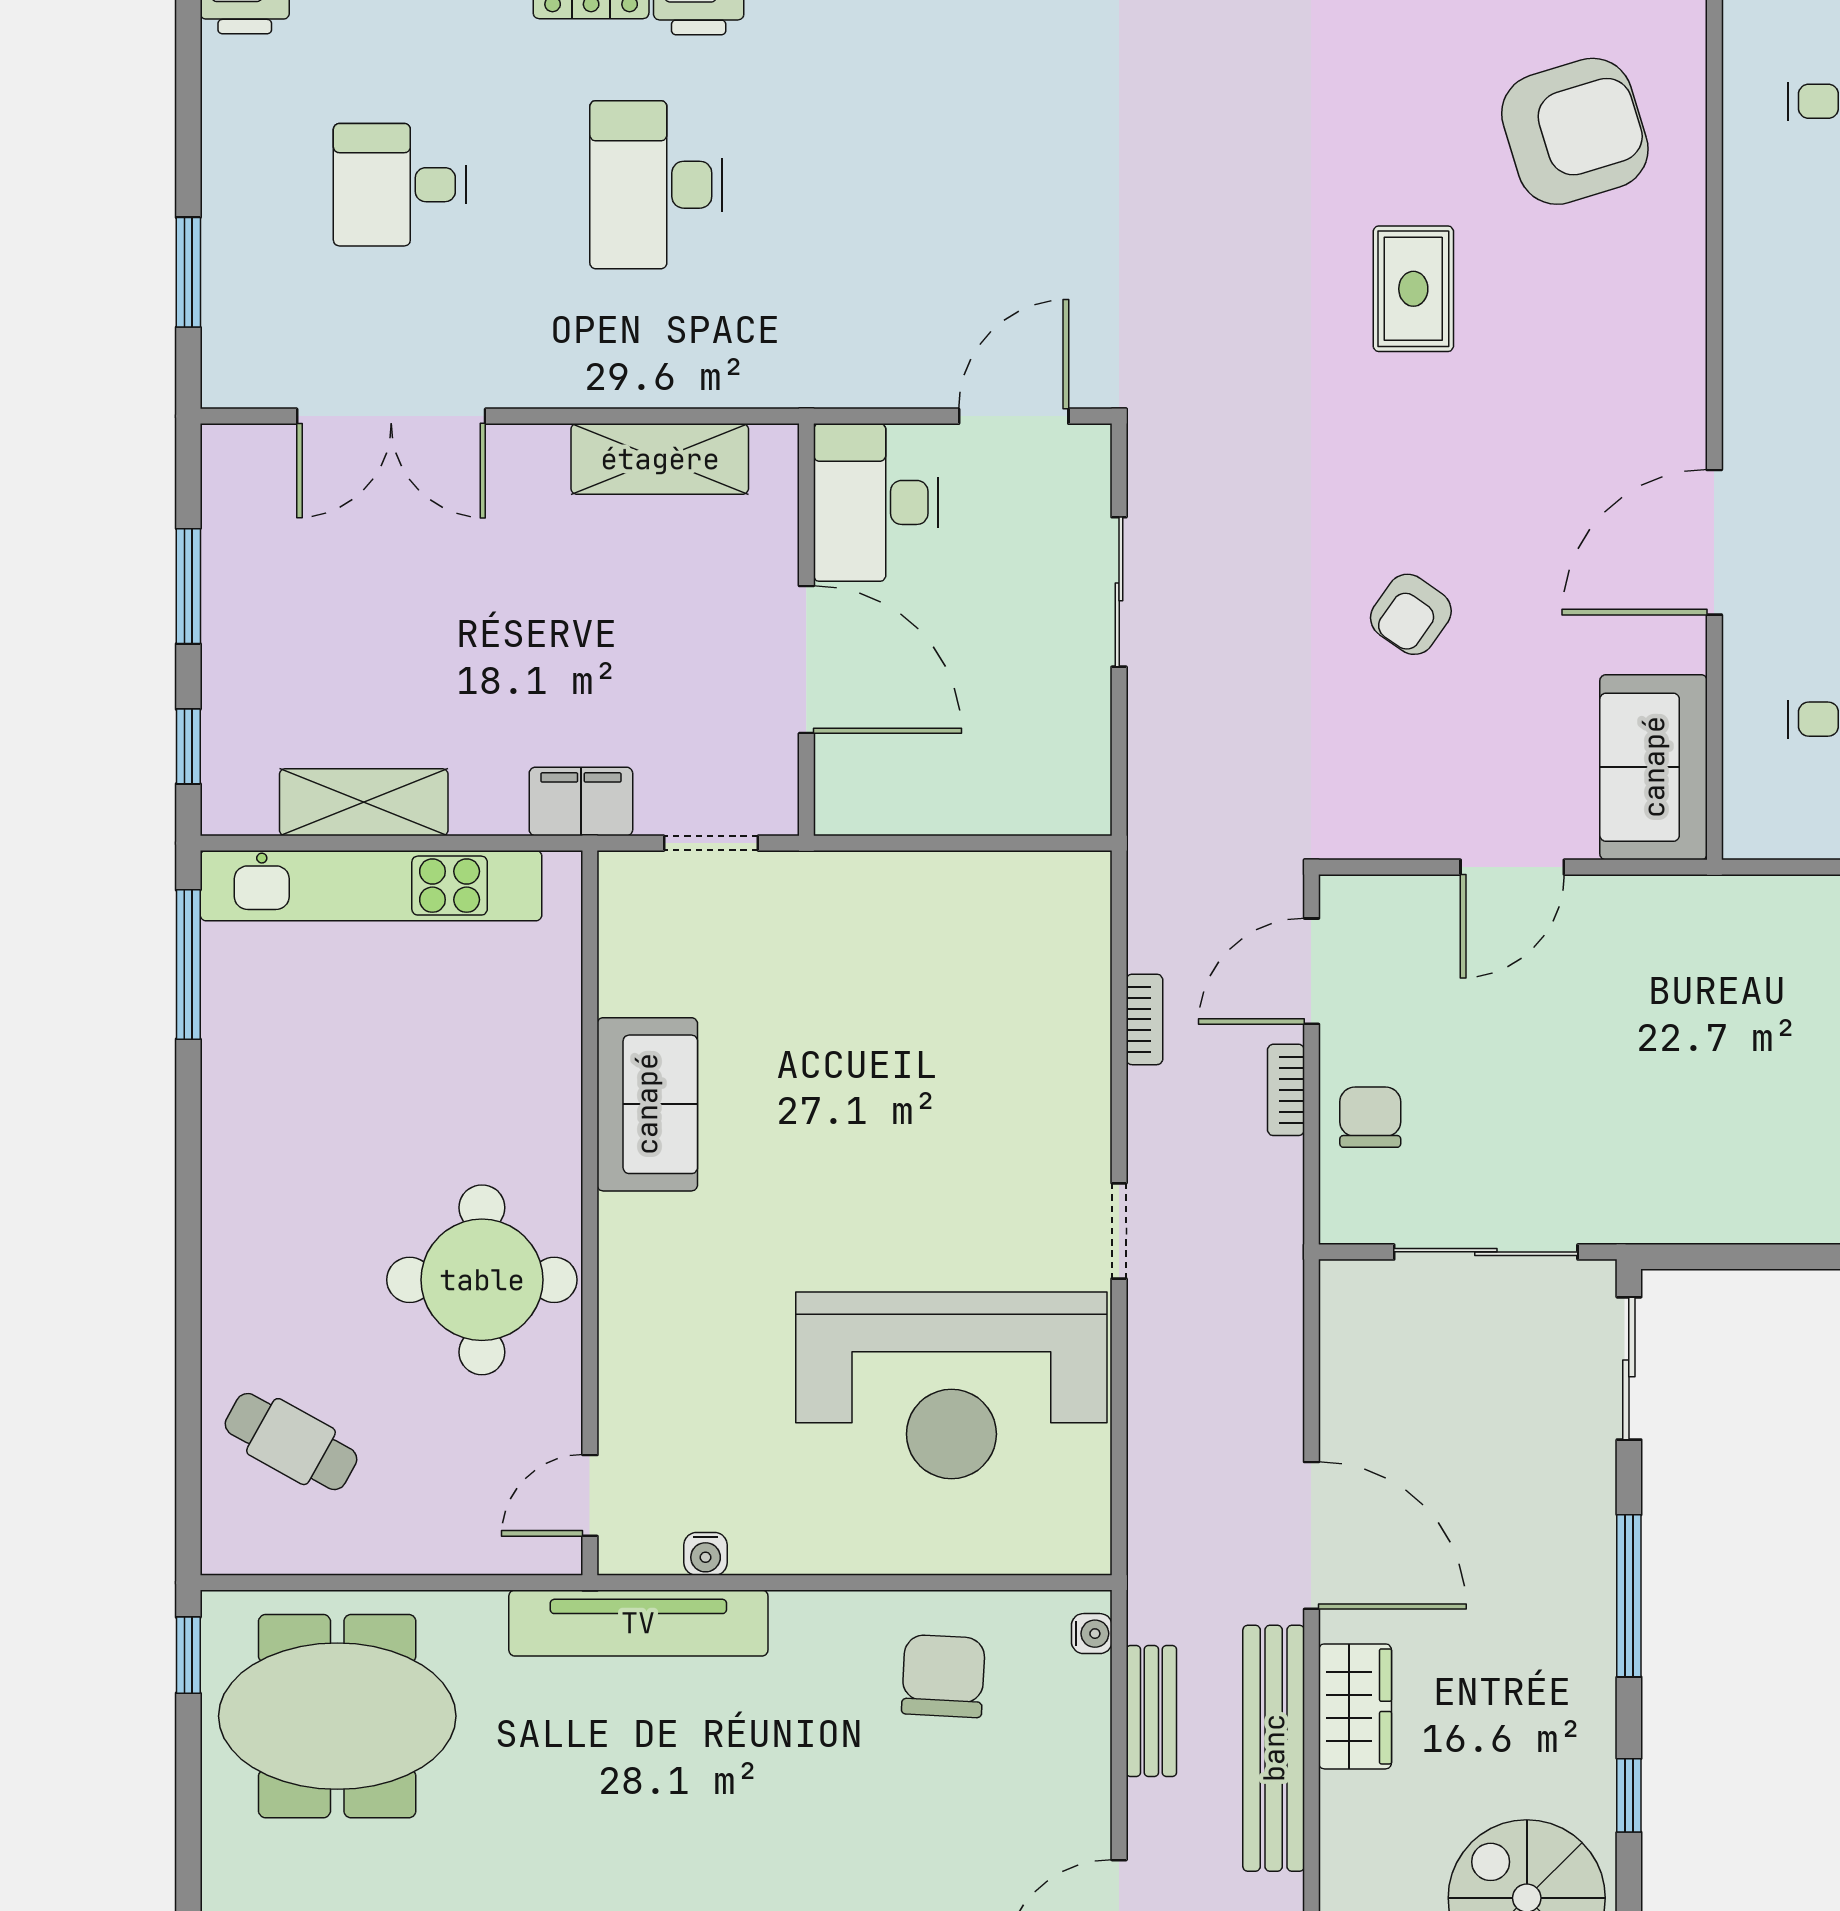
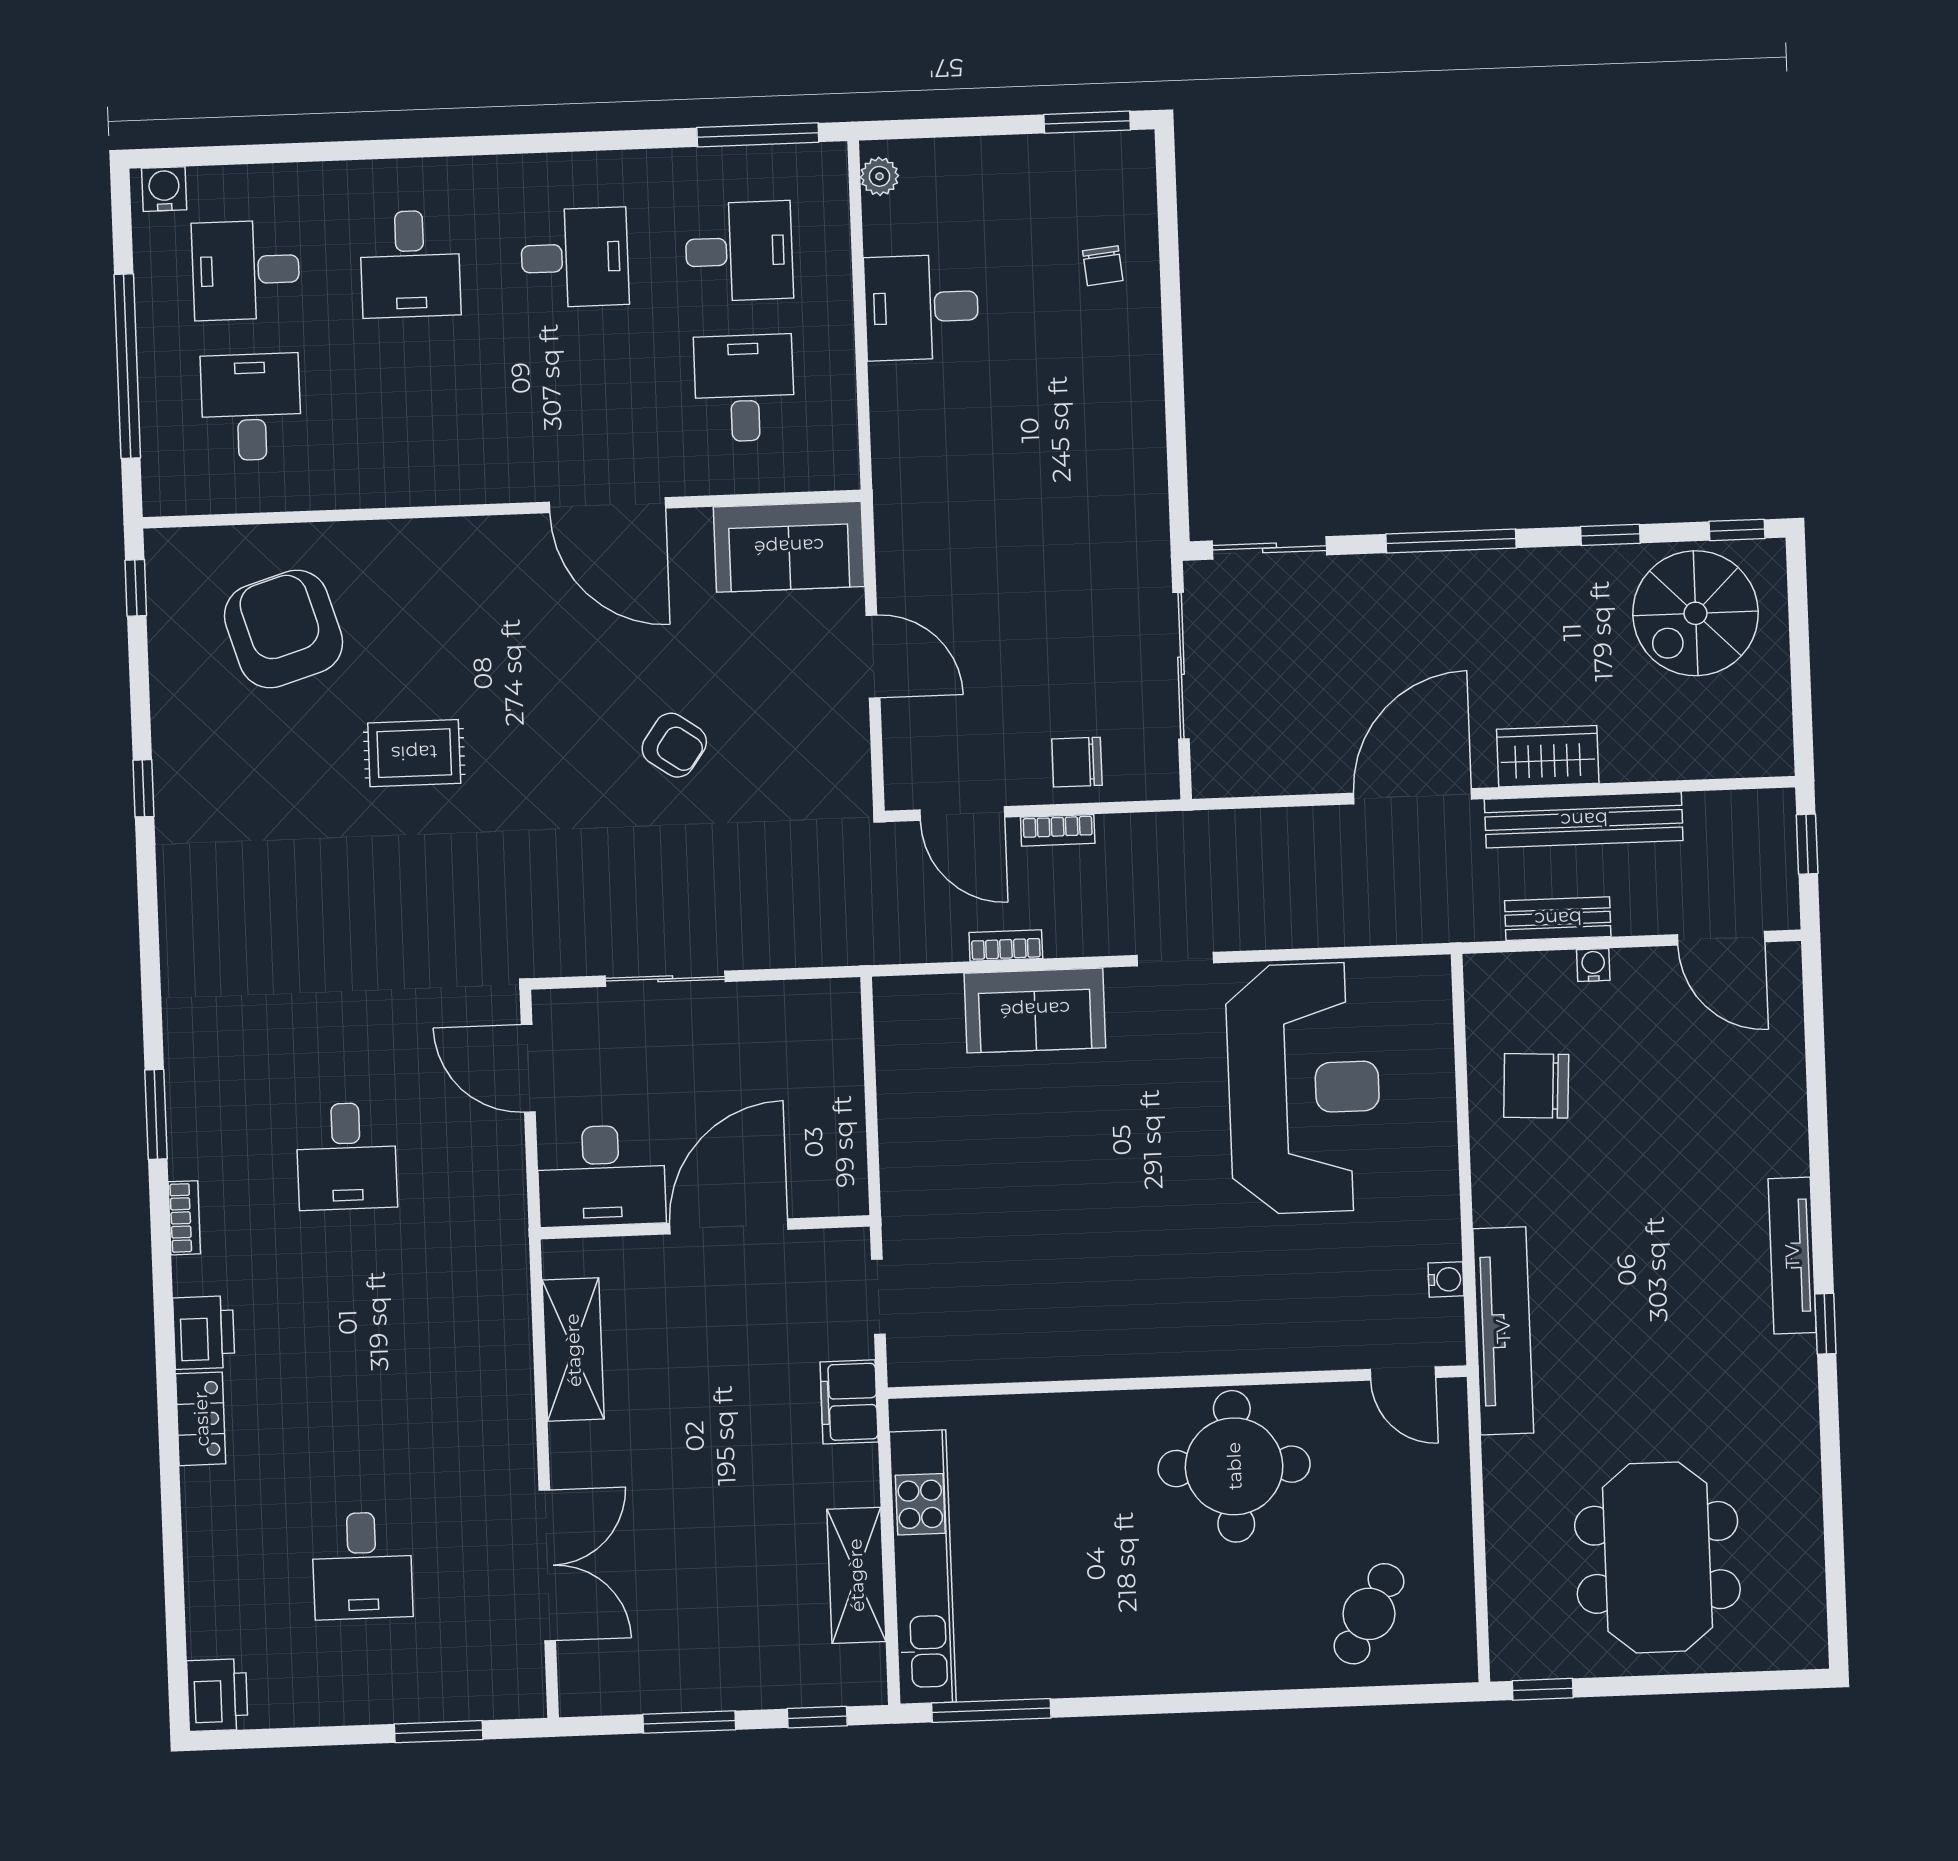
desk: (656, 185) -> (347, 1156), moved, width x0.73
sofa: (647, 1104) -> (1035, 1010), moved, turned 180
water cooler: (1092, 1634) -> (1593, 965), moved
meeting table: (337, 1716) -> (1657, 1557), moved

